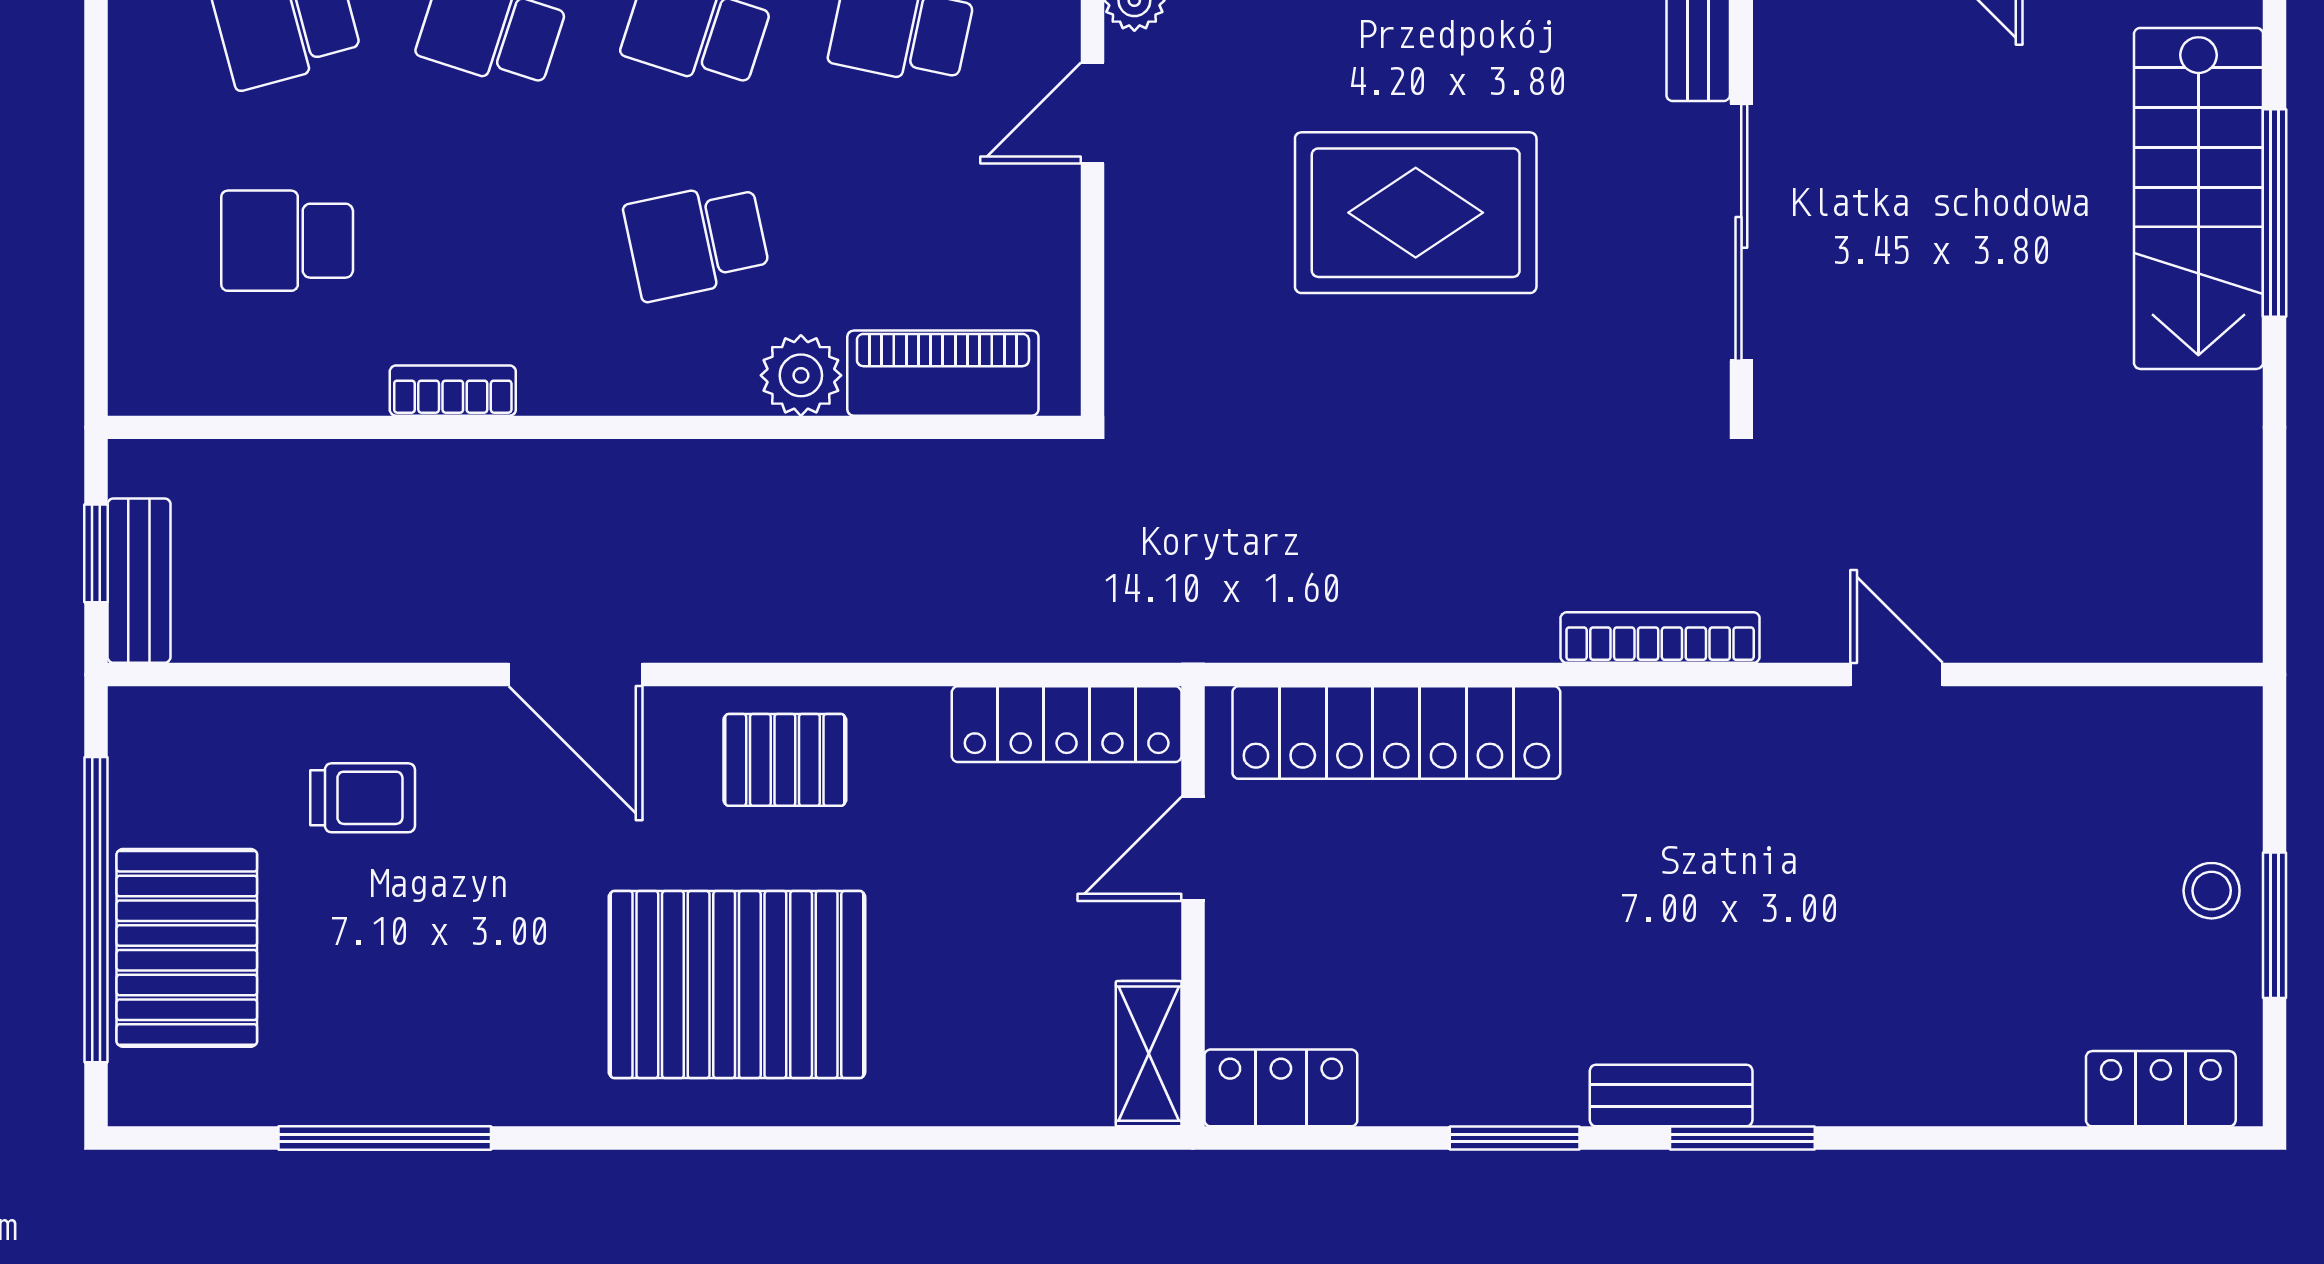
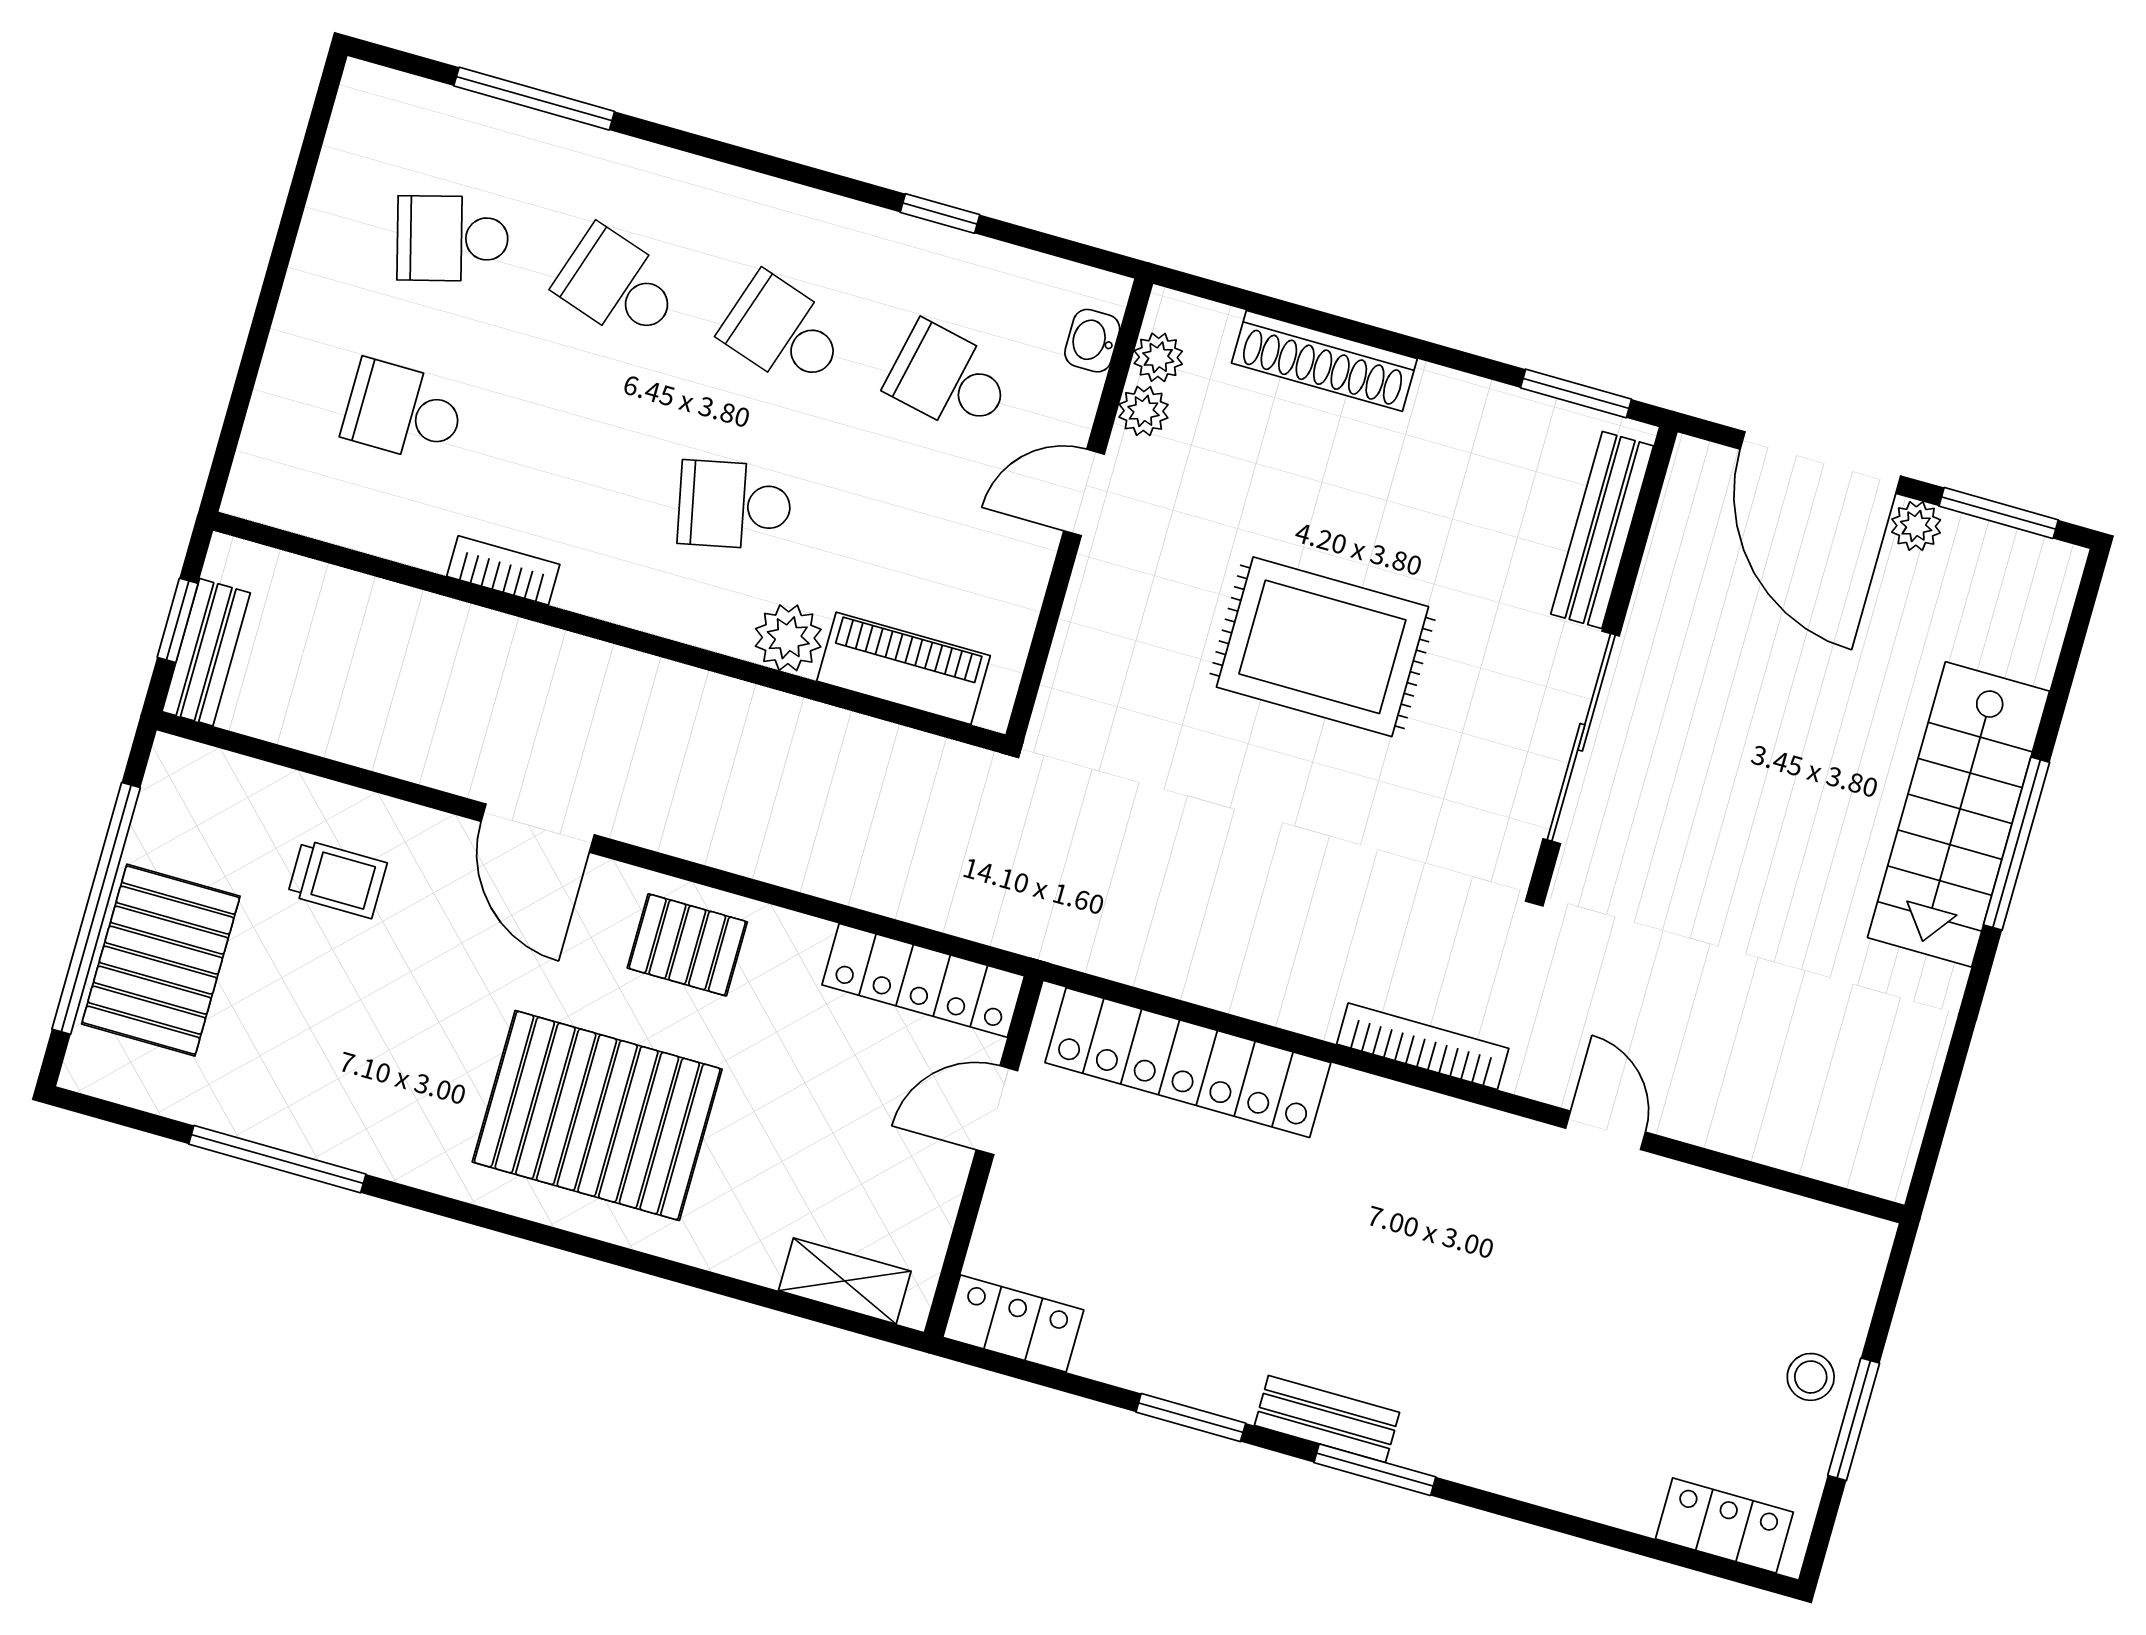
shelving: (1149, 1054) -> (845, 1281), moved, turned 90

